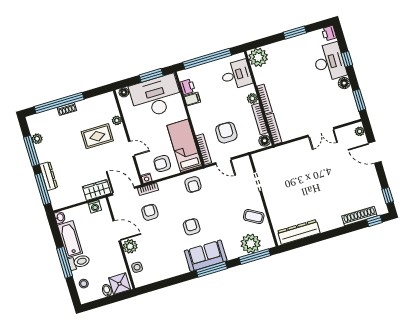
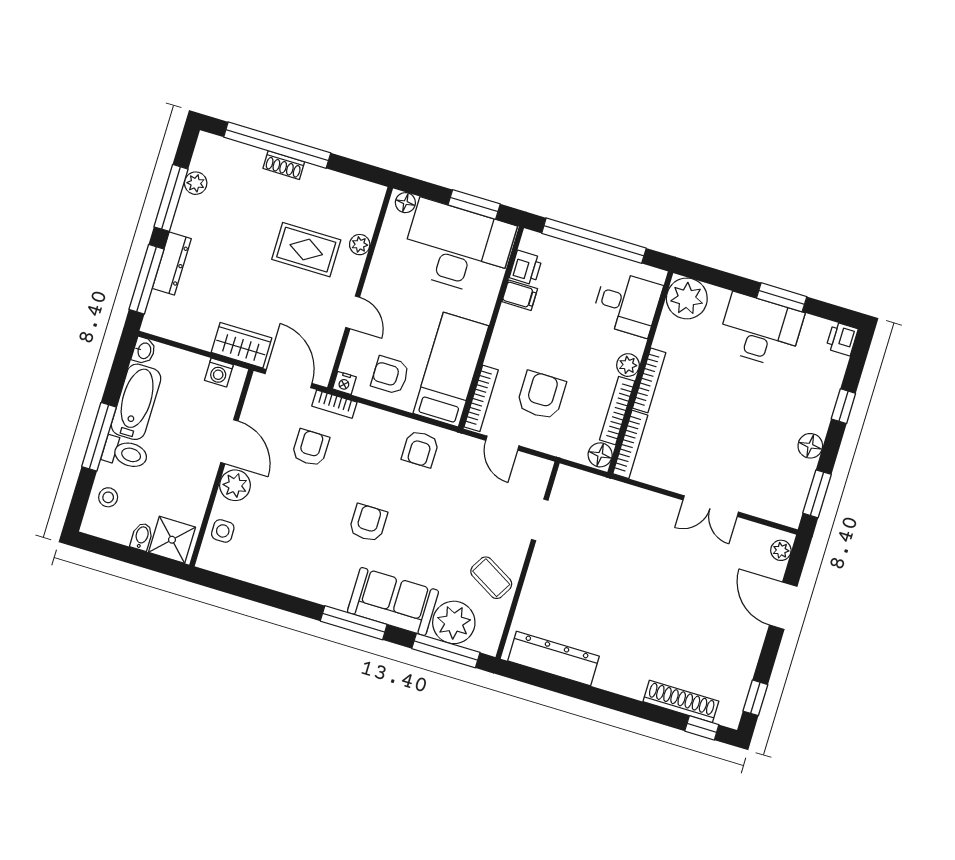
desk: (329, 62) -> (760, 330), moved, turned -90
sofa: (206, 256) -> (393, 601), moved

